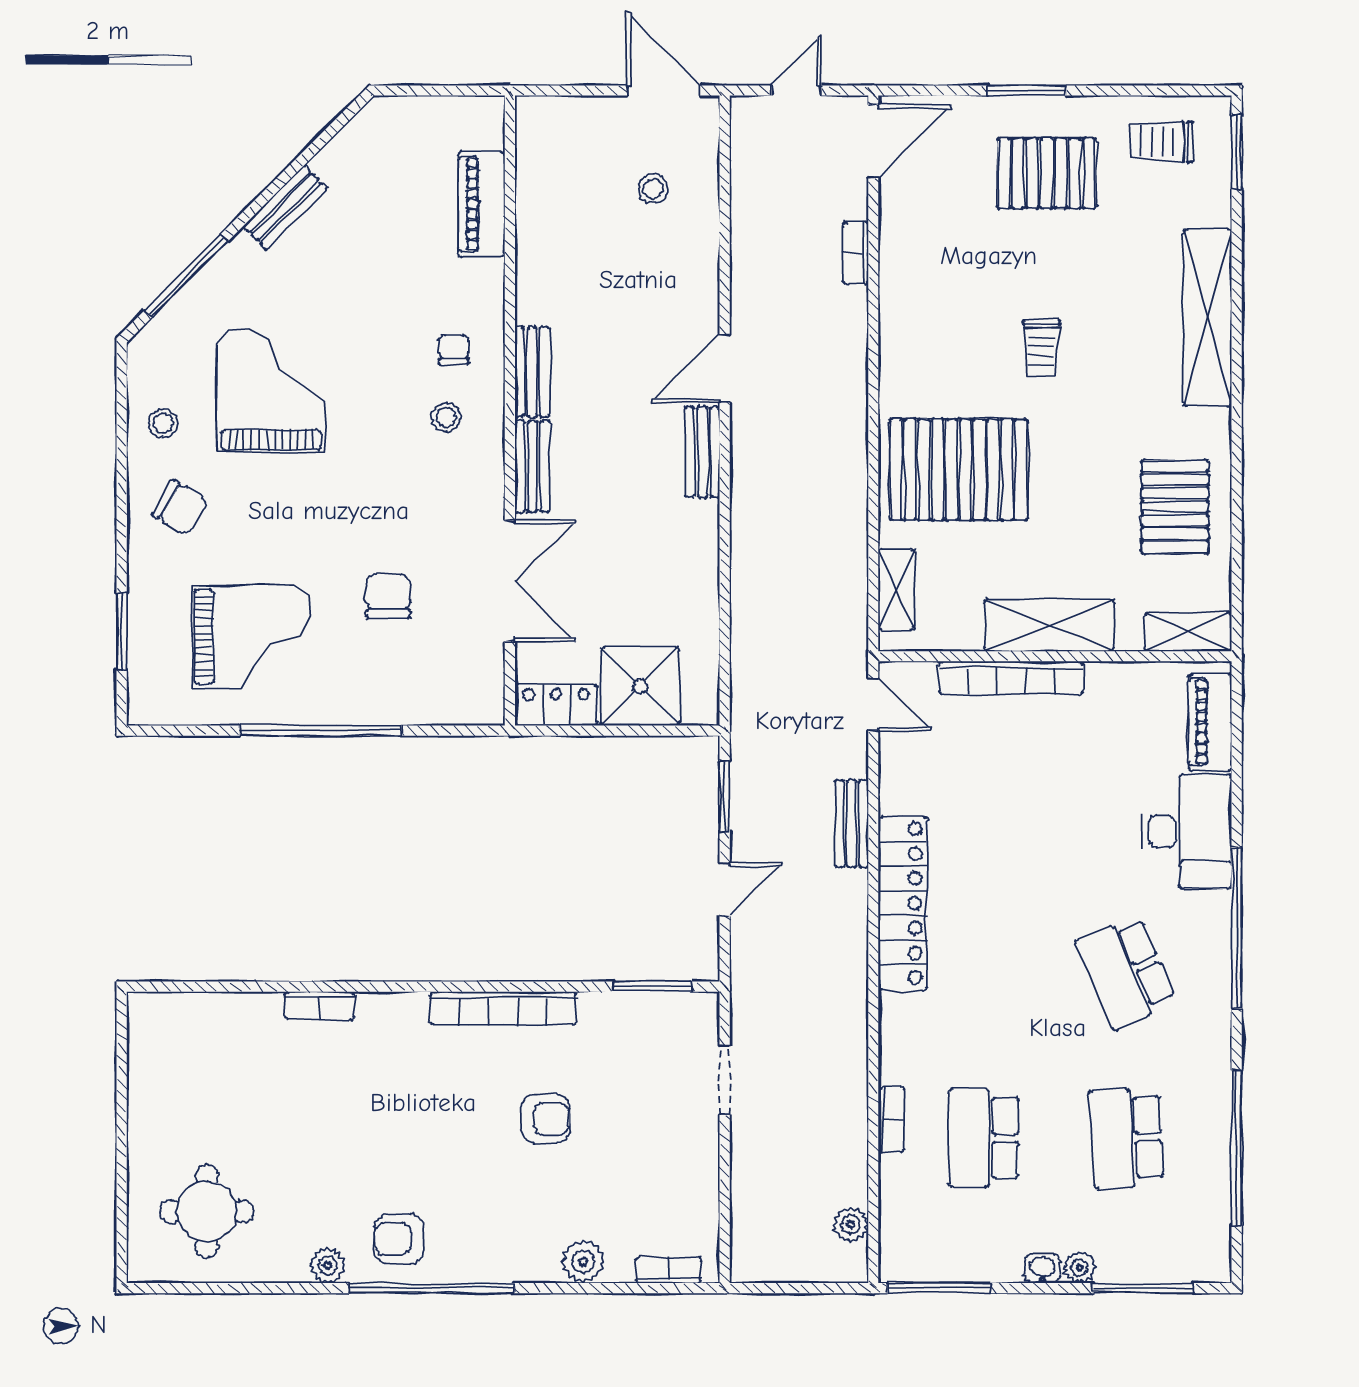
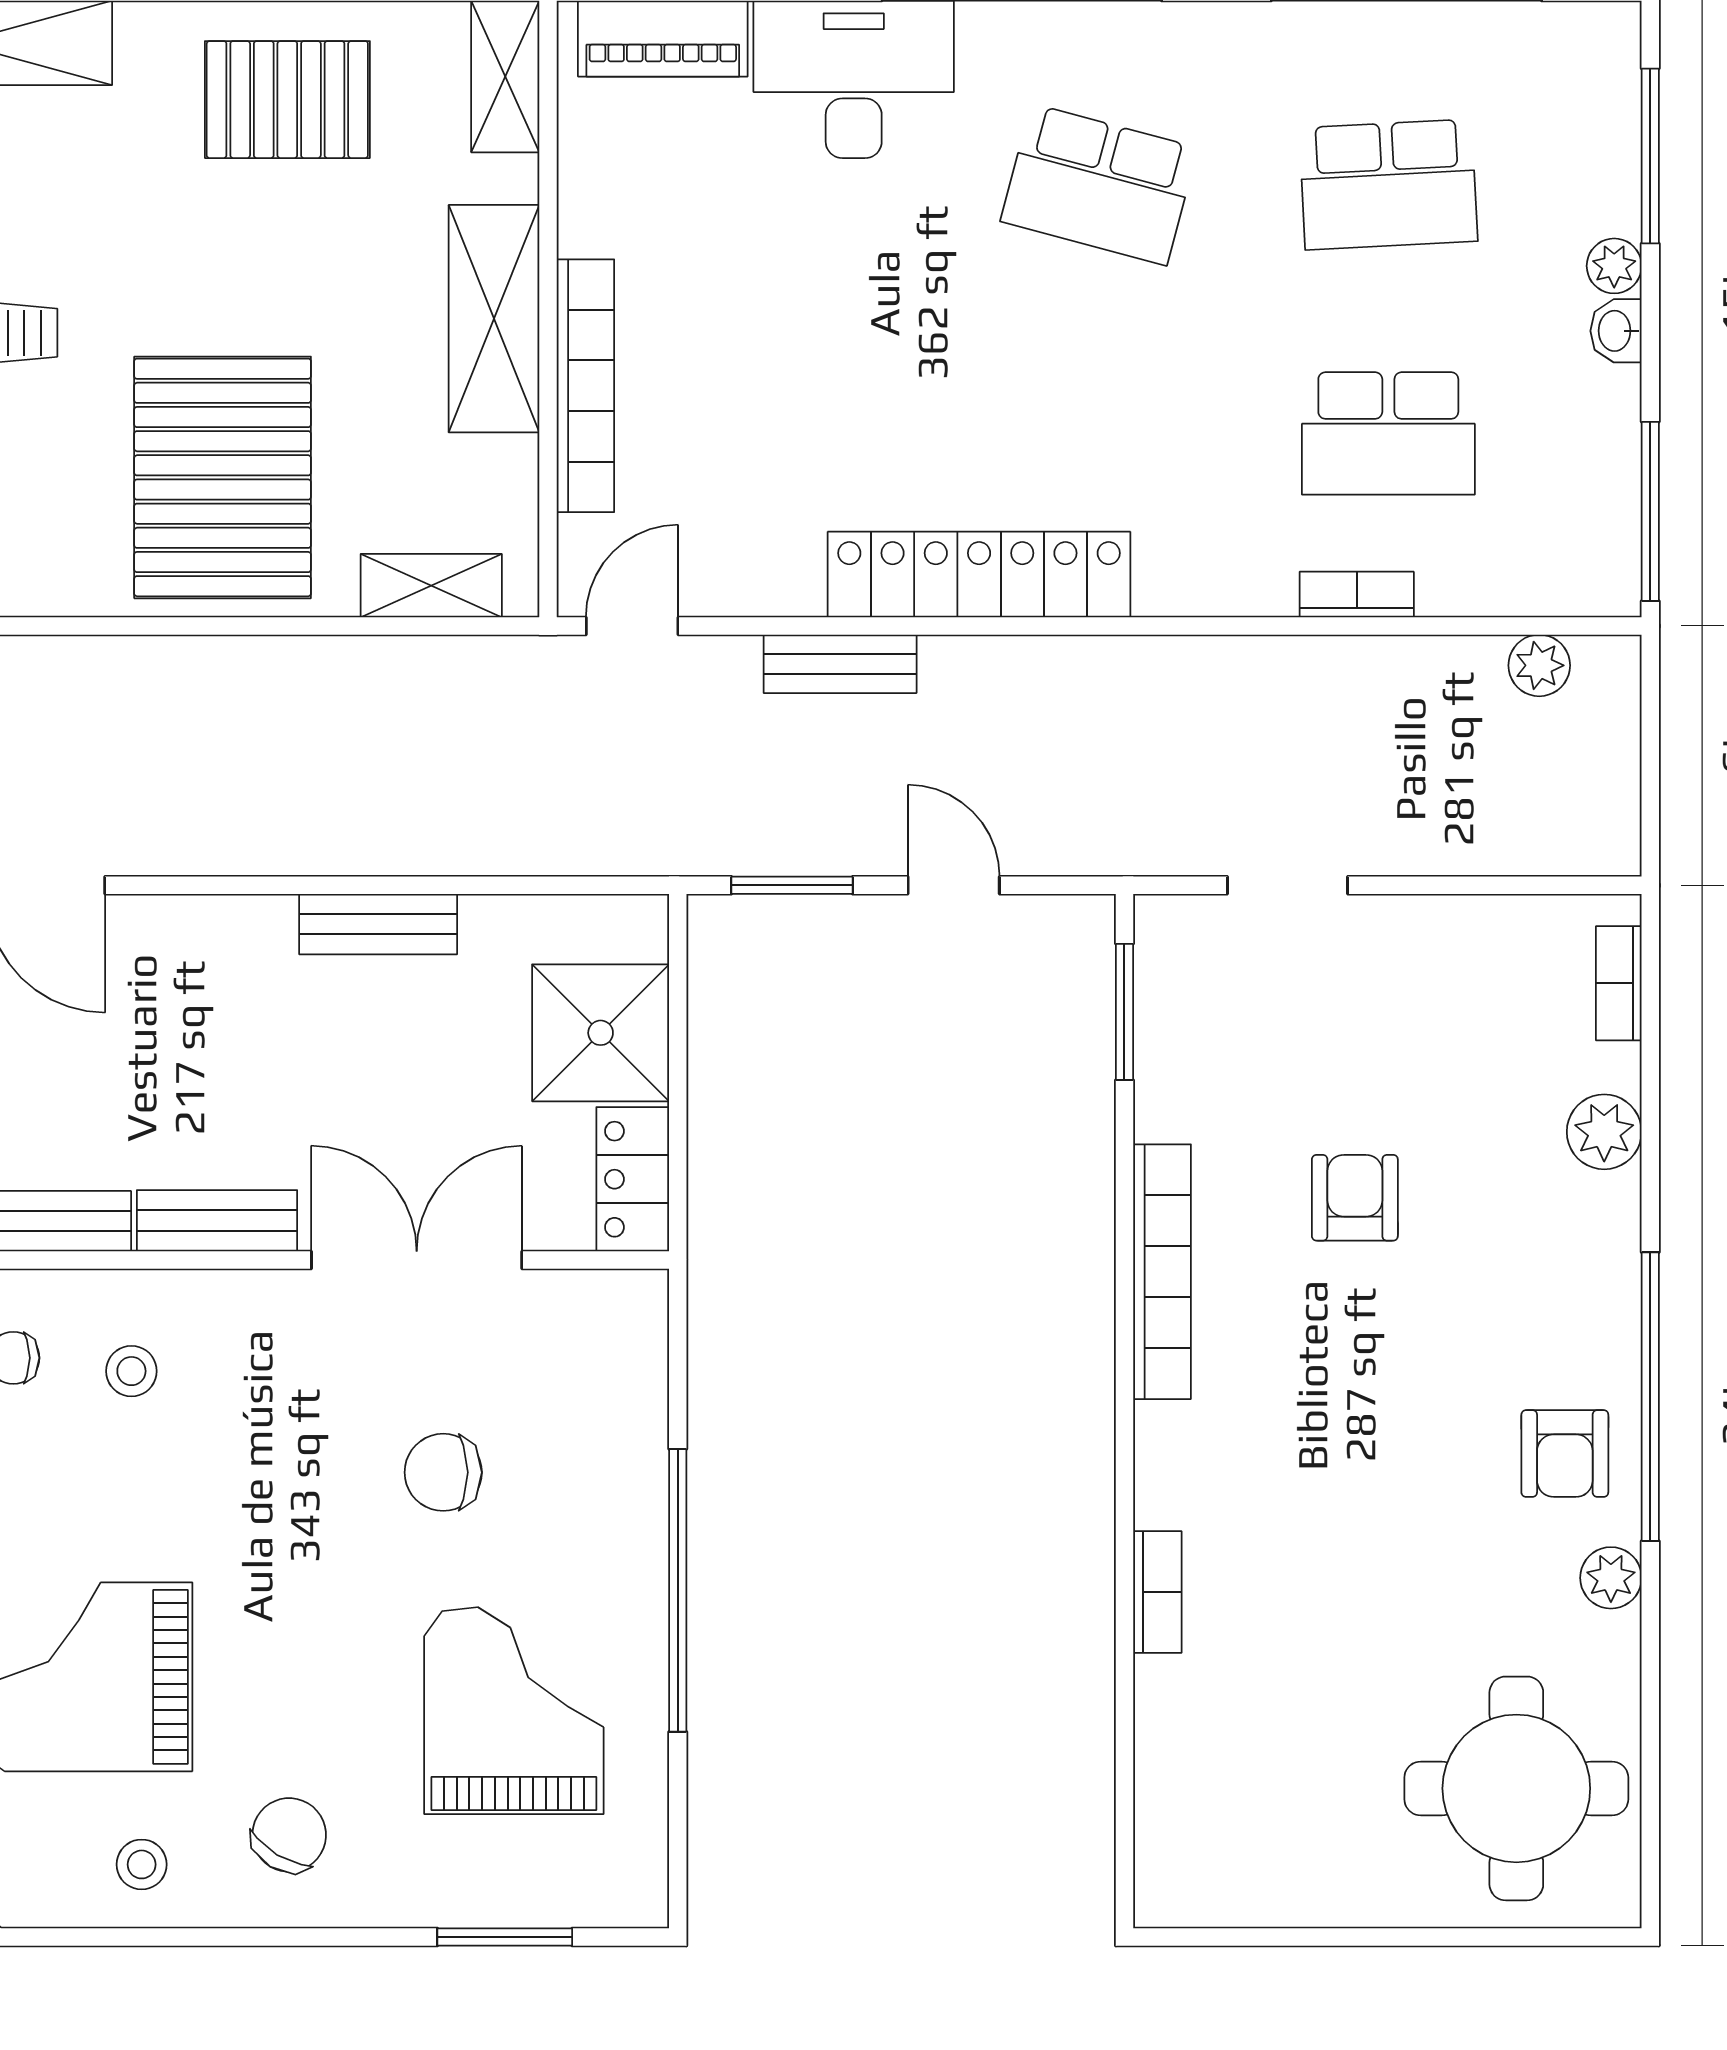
bench: (702, 452) -> (378, 924), moved
school desk: (1126, 972) -> (1099, 185), turned 39
round table: (207, 1211) -> (1516, 1788), width x1.36, depth x1.36

